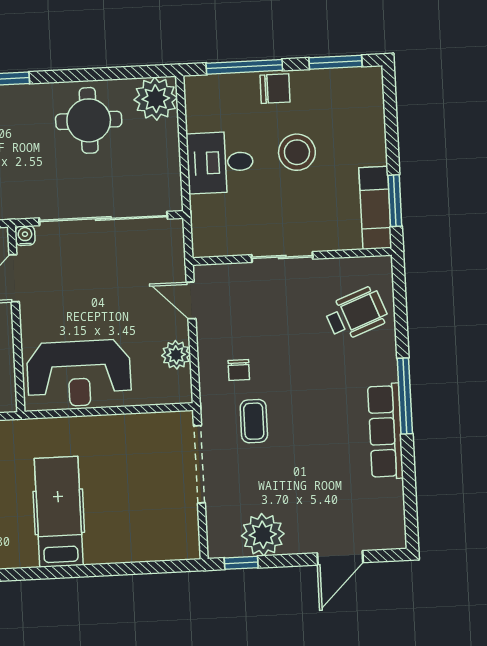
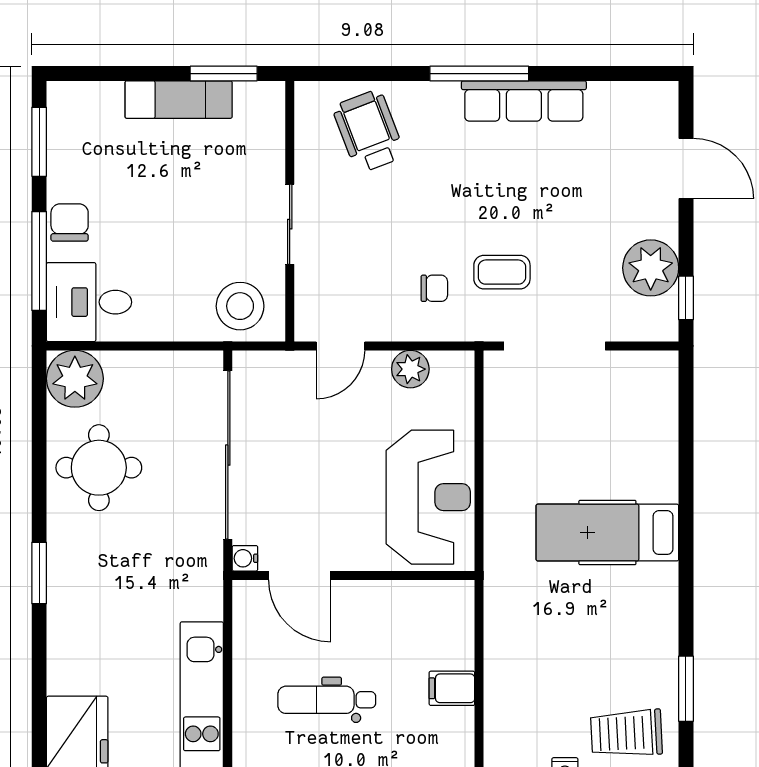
stool: (297, 152) -> (240, 306), moved
desk: (220, 162) -> (89, 302), moved, turned 90
exam couch: (375, 208) -> (179, 100), moved

